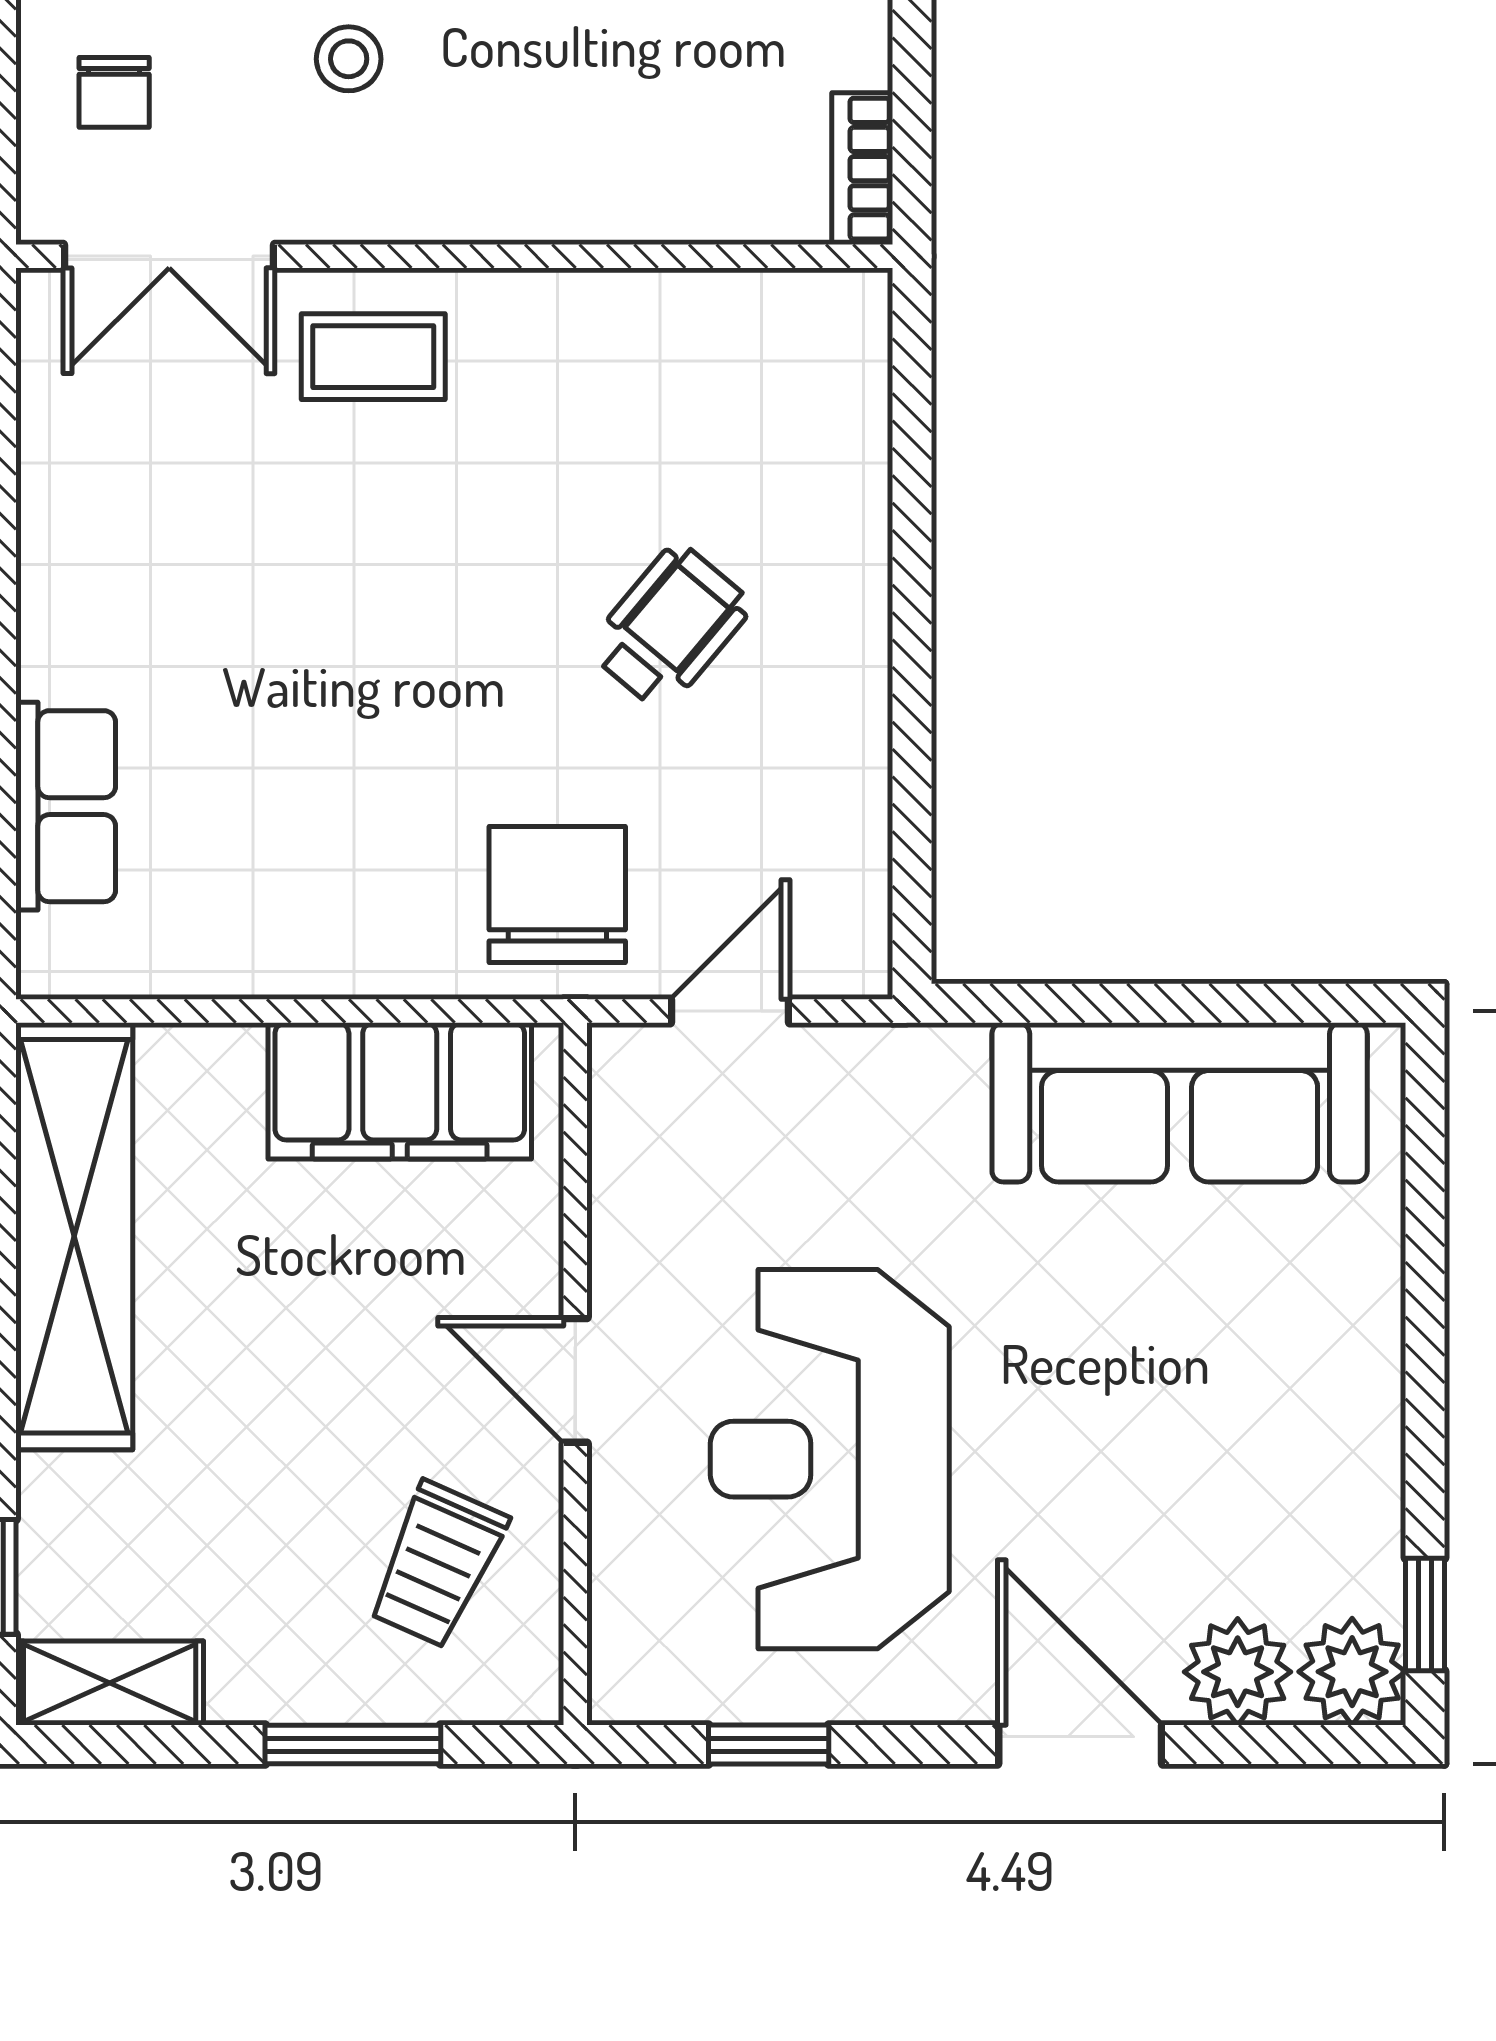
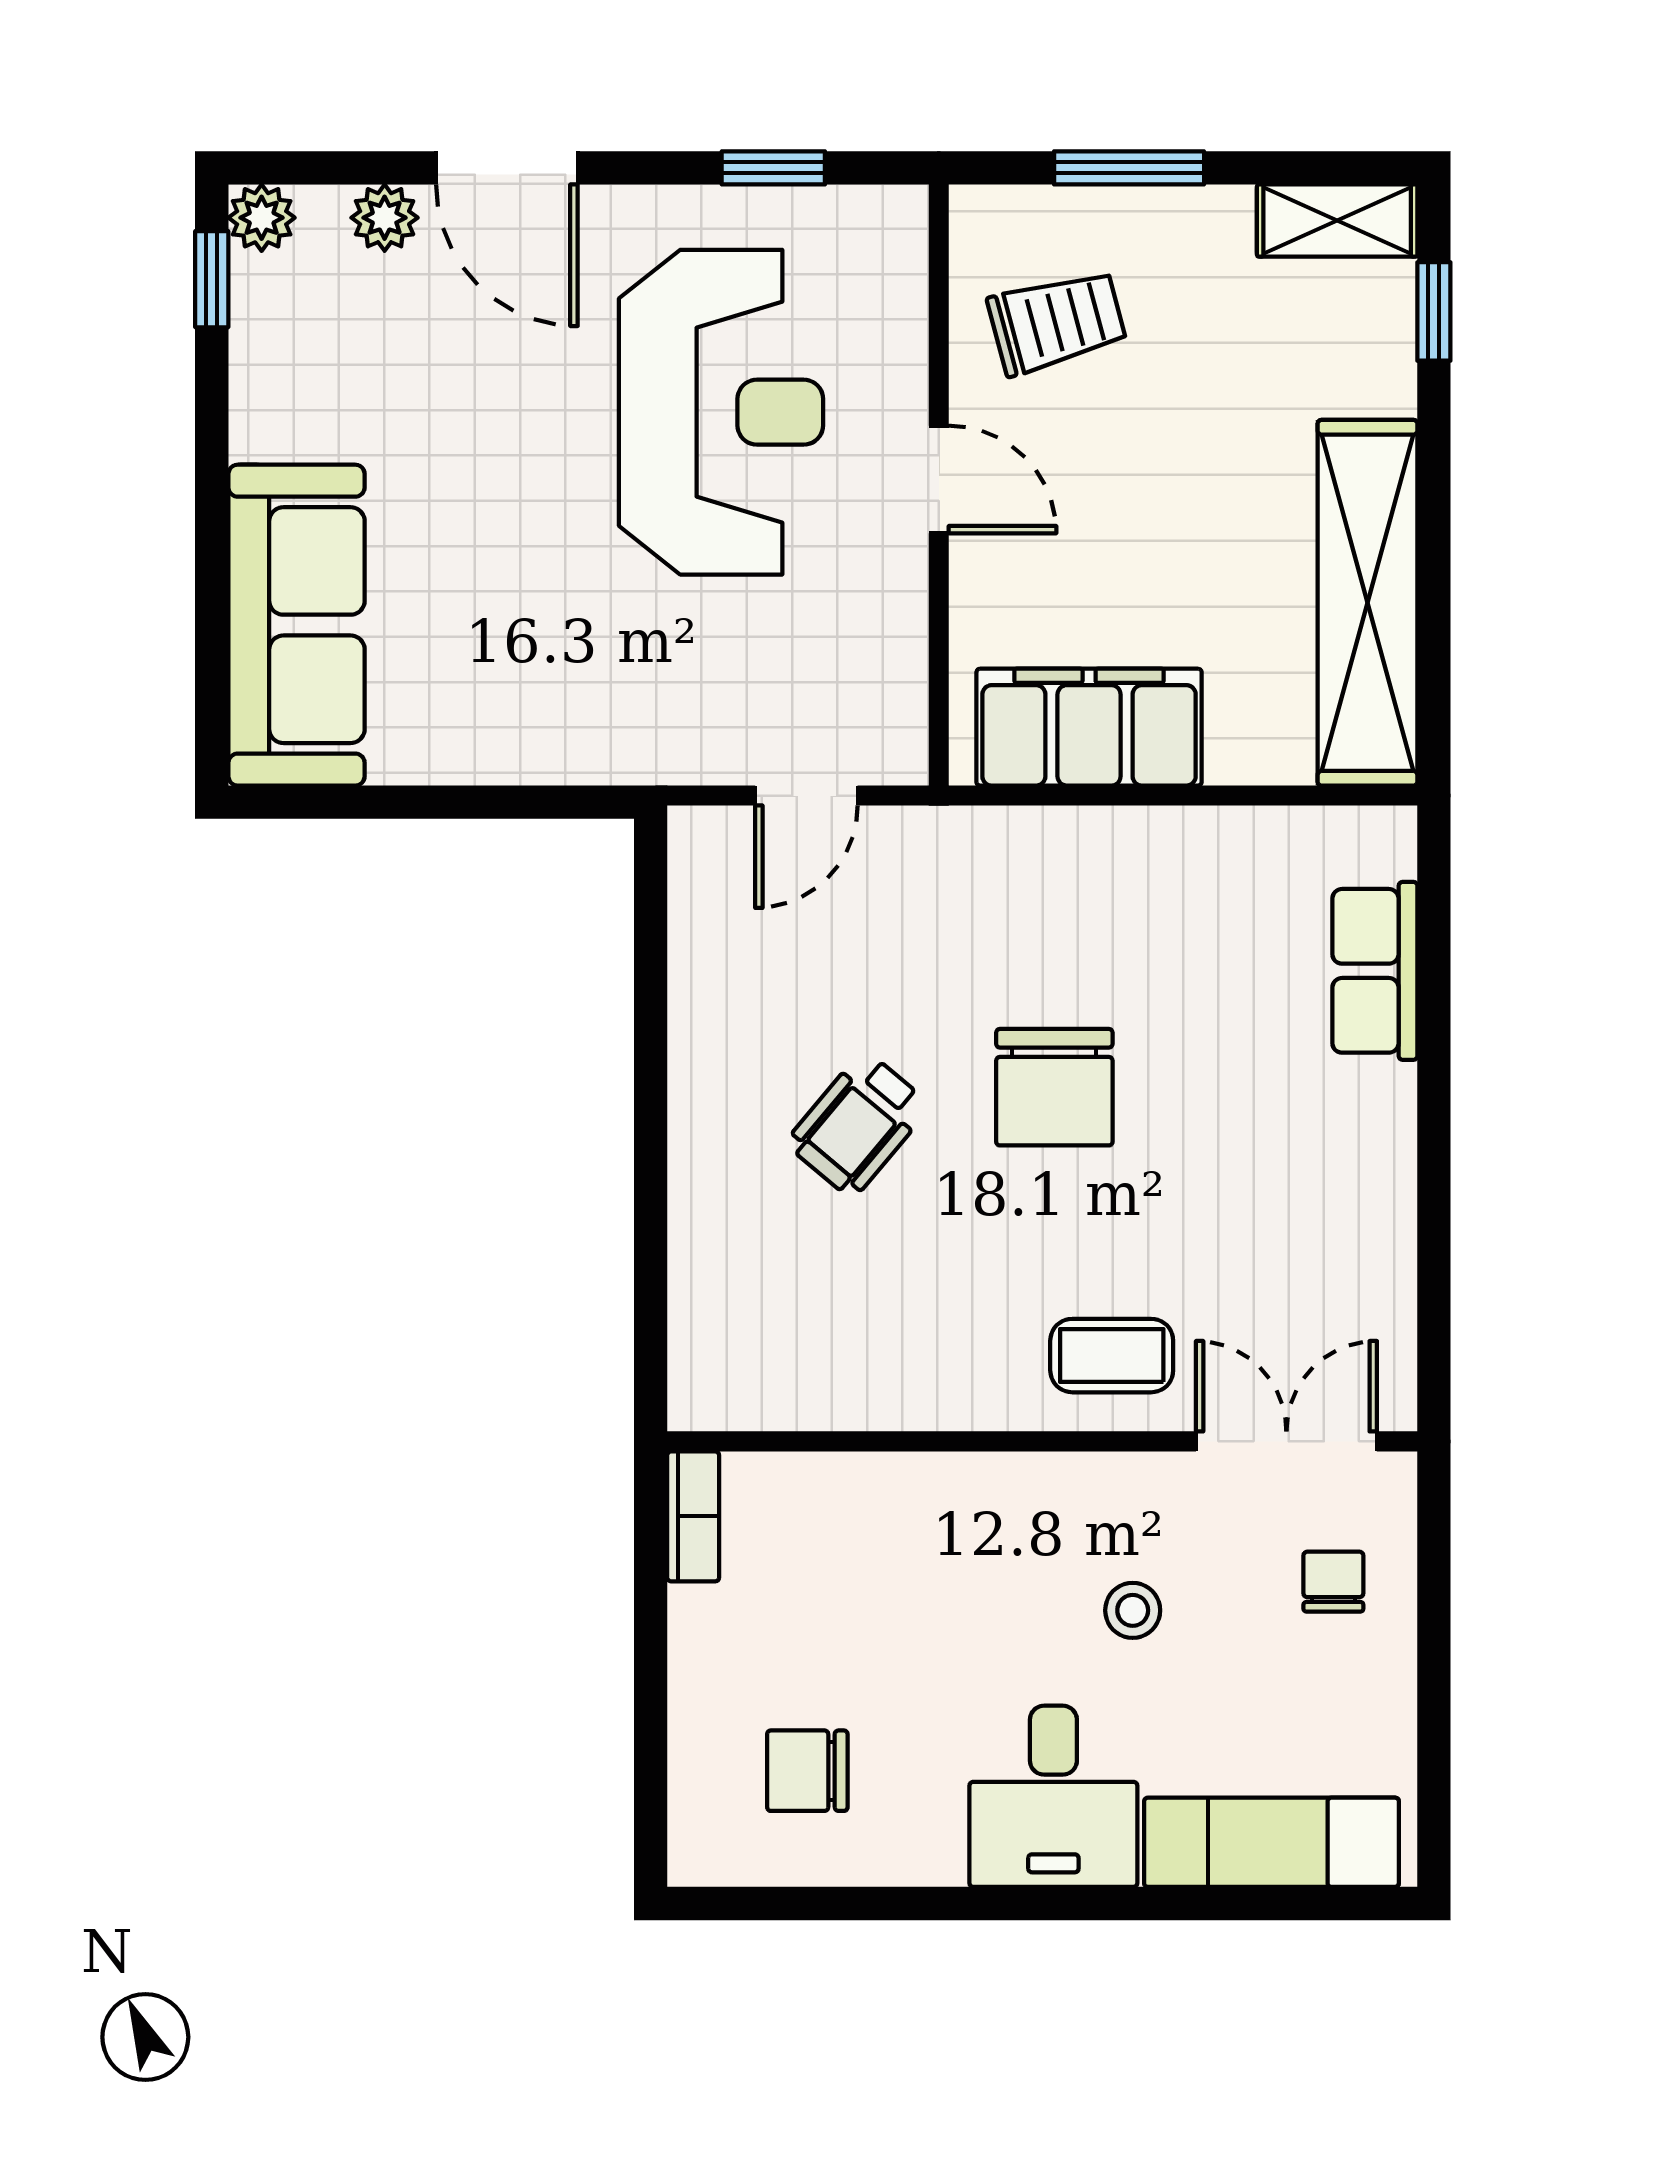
chair: (557, 895) -> (1054, 1087), moved
sofa: (1180, 1102) -> (297, 625), moved, turned 90
trolley: (437, 1565) -> (1057, 322), turned 51
plant: (1238, 1672) -> (385, 218), width x0.73, depth x0.73
plant: (1352, 1672) -> (262, 218), width x0.73, depth x0.73

